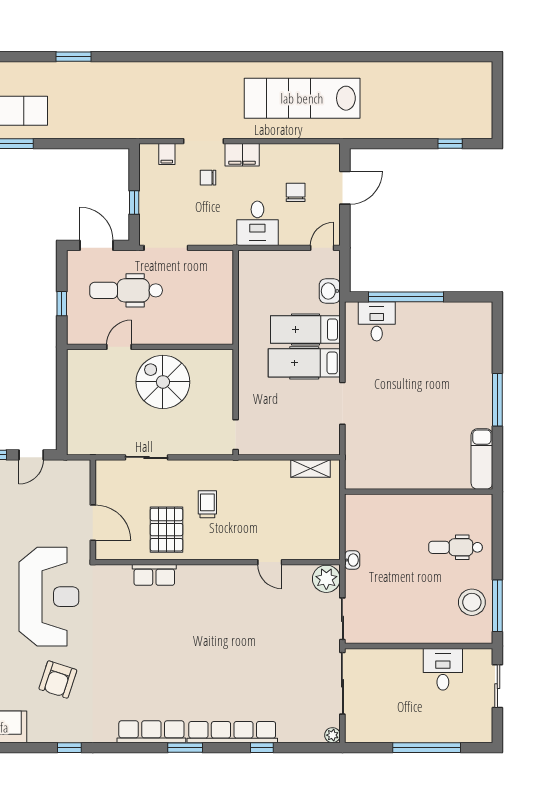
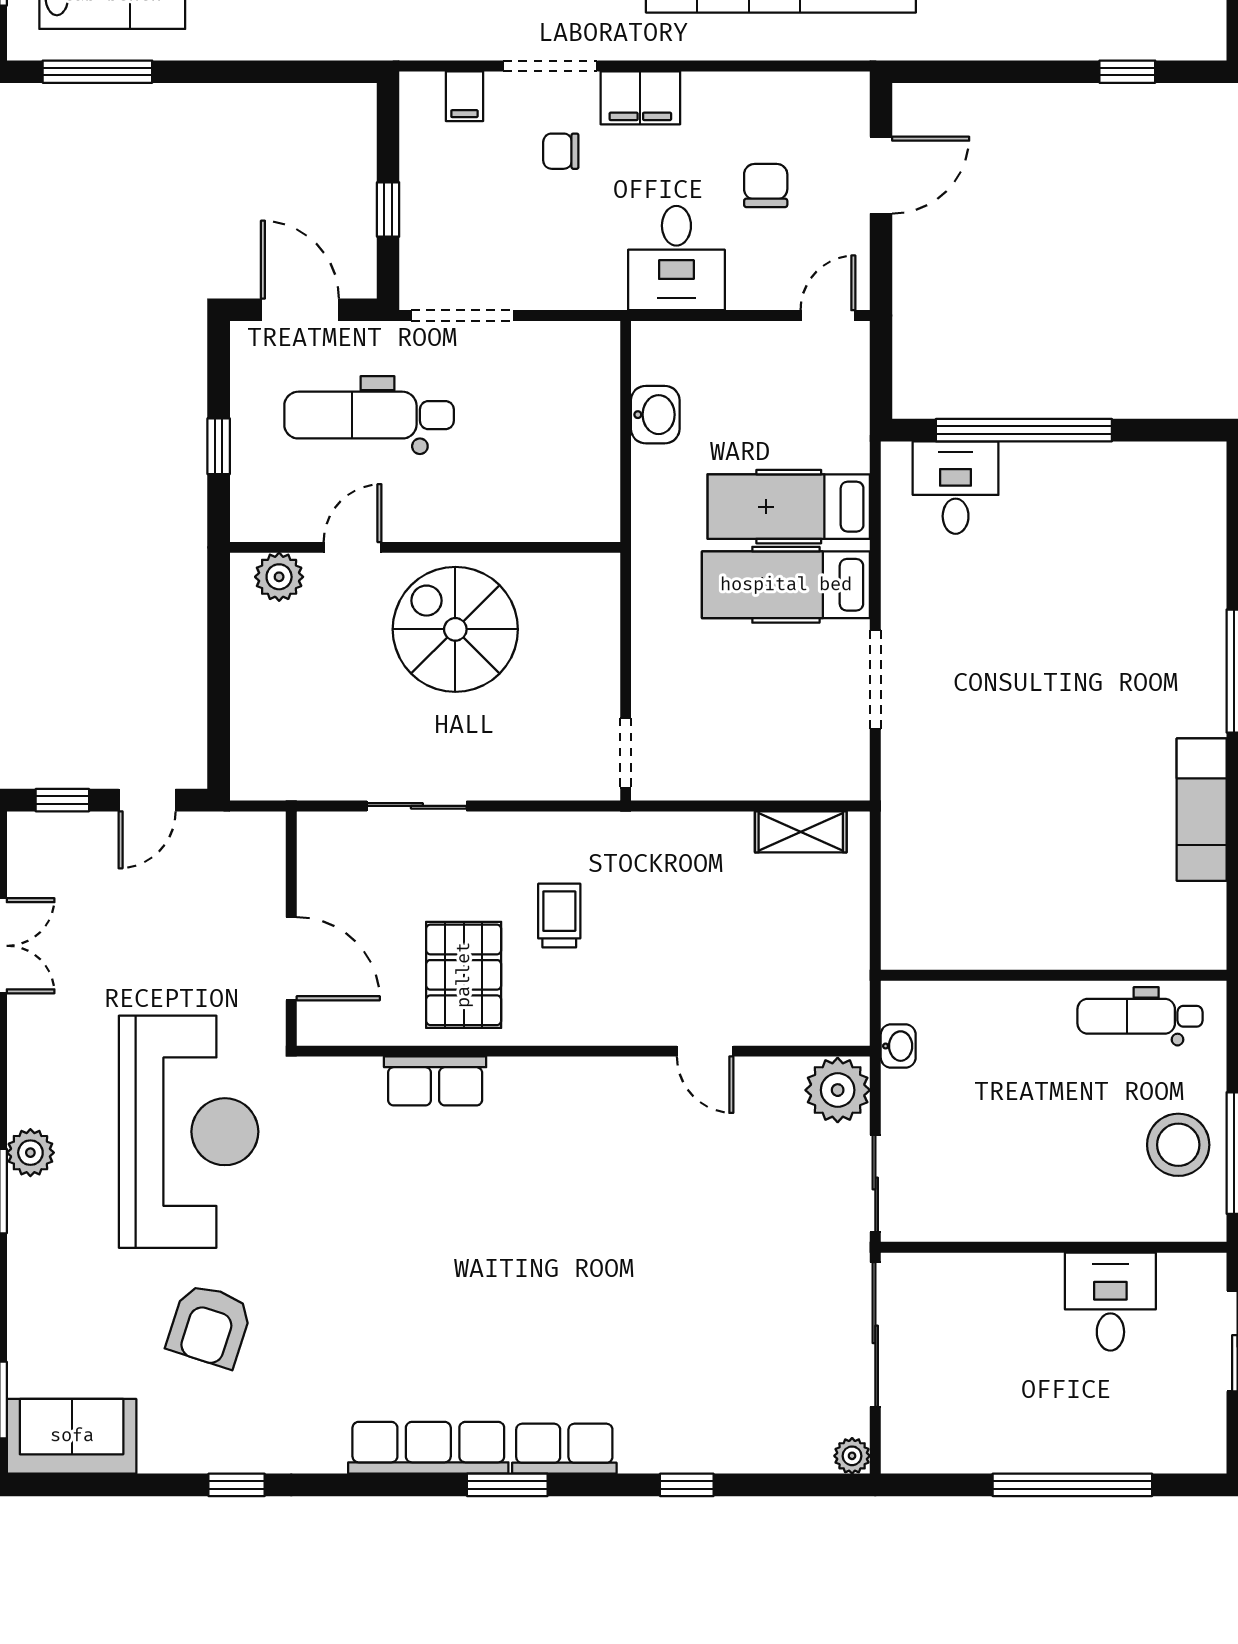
washbasin: (330, 291) -> (655, 415), moved, turned 180
plant: (88, 359) -> (279, 577), added
wall: (419, 492) -> (1054, 975), moved
row of seats: (232, 732) -> (564, 1449), width x0.50

